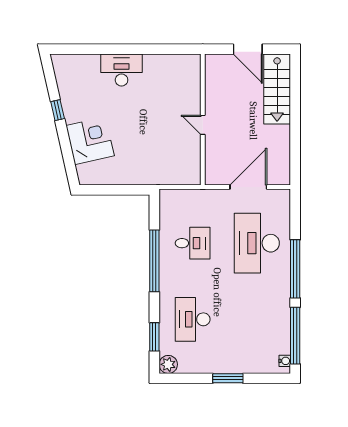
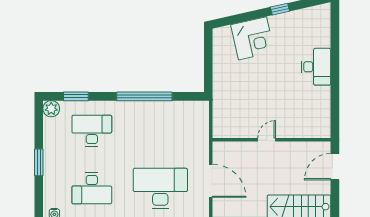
door: (248, 49) -> (335, 167), moved
desk: (193, 243) -> (92, 188), moved, width x1.37

